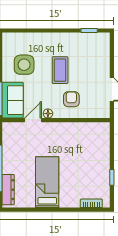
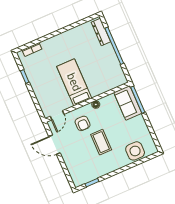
side table: (24, 65) -> (135, 151), moved
door: (33, 120) -> (57, 115), moved
bed: (47, 182) -> (74, 82), moved, turned 180

